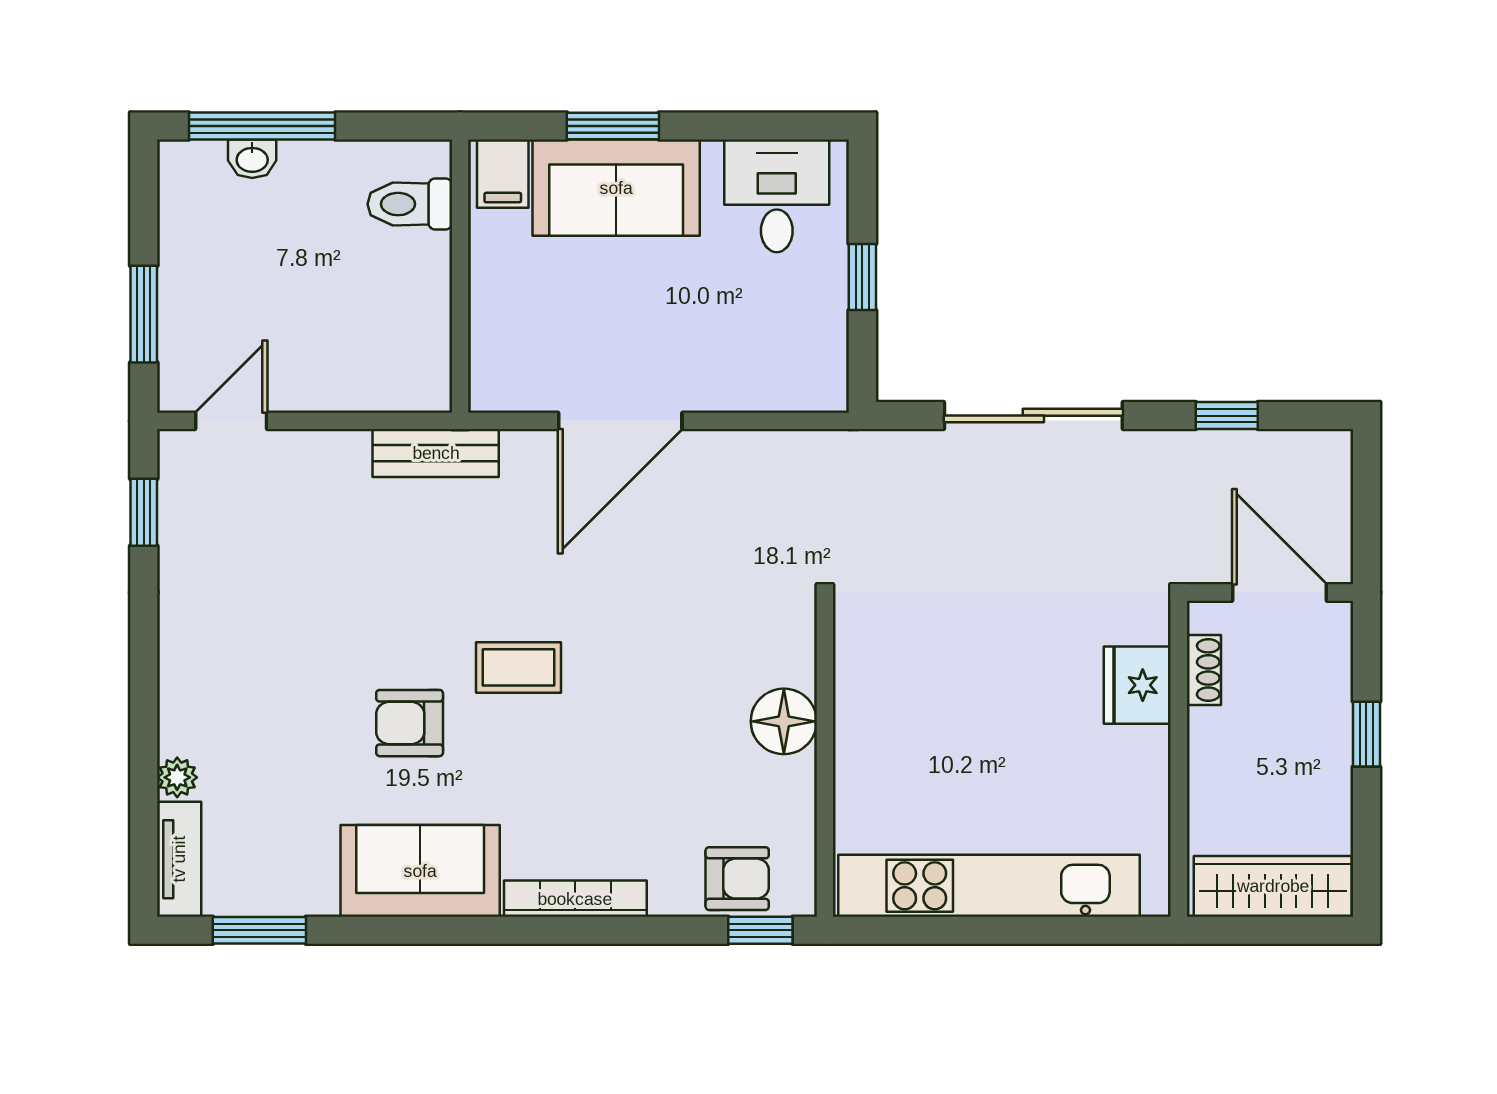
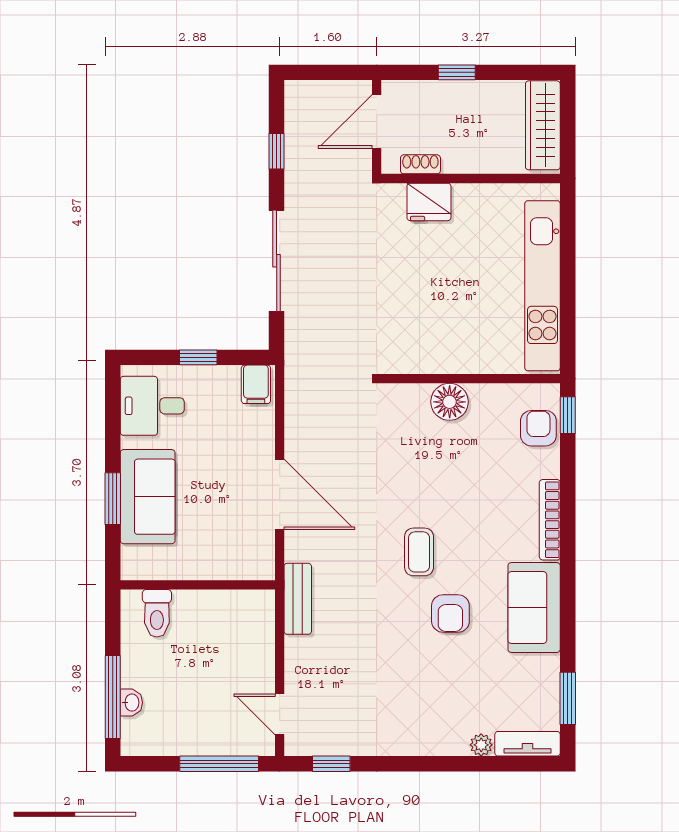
filing cabinet: (503, 174) -> (256, 384), moved, turned 90
window: (144, 314) -> (219, 764), width x1.44

